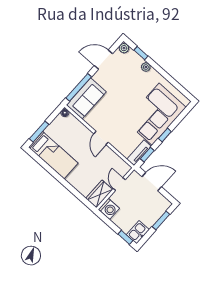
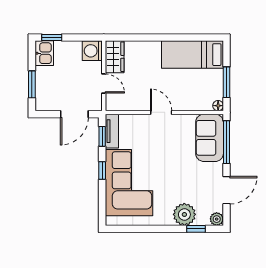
plant: (146, 67) -> (184, 214), width x1.88, depth x1.88
window: (39, 132) -> (227, 82), moved

